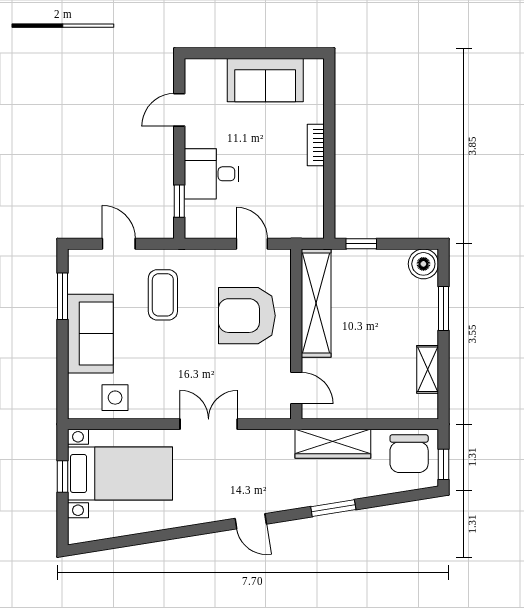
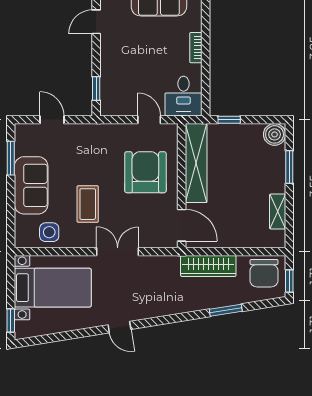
desk: (212, 174) -> (184, 96), moved, turned -90
coffee table: (163, 295) -> (88, 204), moved
armchair: (247, 316) -> (145, 172), turned 90
door: (296, 388) -> (182, 225), width x1.38
window: (62, 476) -> (11, 320), moved
window: (333, 508) -> (226, 310), moved
door: (251, 521) -> (119, 327), moved

